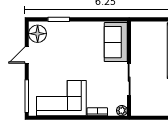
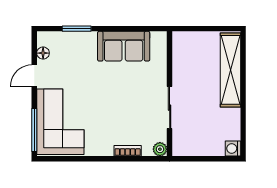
floor lamp: (38, 34) -> (43, 53), width x0.53, depth x0.53
sofa: (116, 42) -> (124, 46), moved, turned -90
corner sofa: (61, 98) -> (60, 122), moved, turned 90

